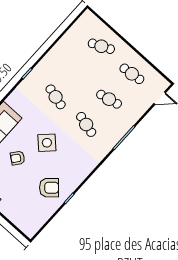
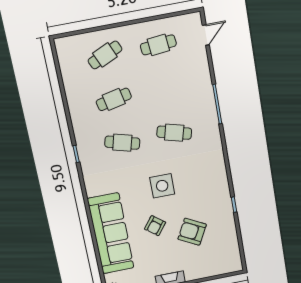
cafe table: (109, 99) -> (114, 99), moved
side table: (47, 143) -> (162, 186), turned 45
armchair: (49, 188) -> (192, 232), moved, turned -110

